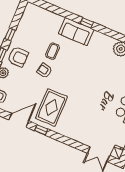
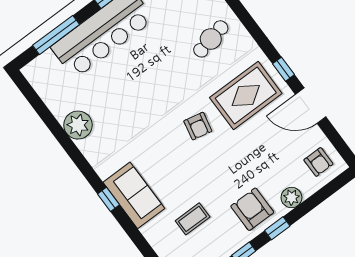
coffee table: (53, 51) -> (193, 219), moved
armchair: (45, 71) -> (198, 126), moved
cafe table: (83, 124) -> (211, 39), added

